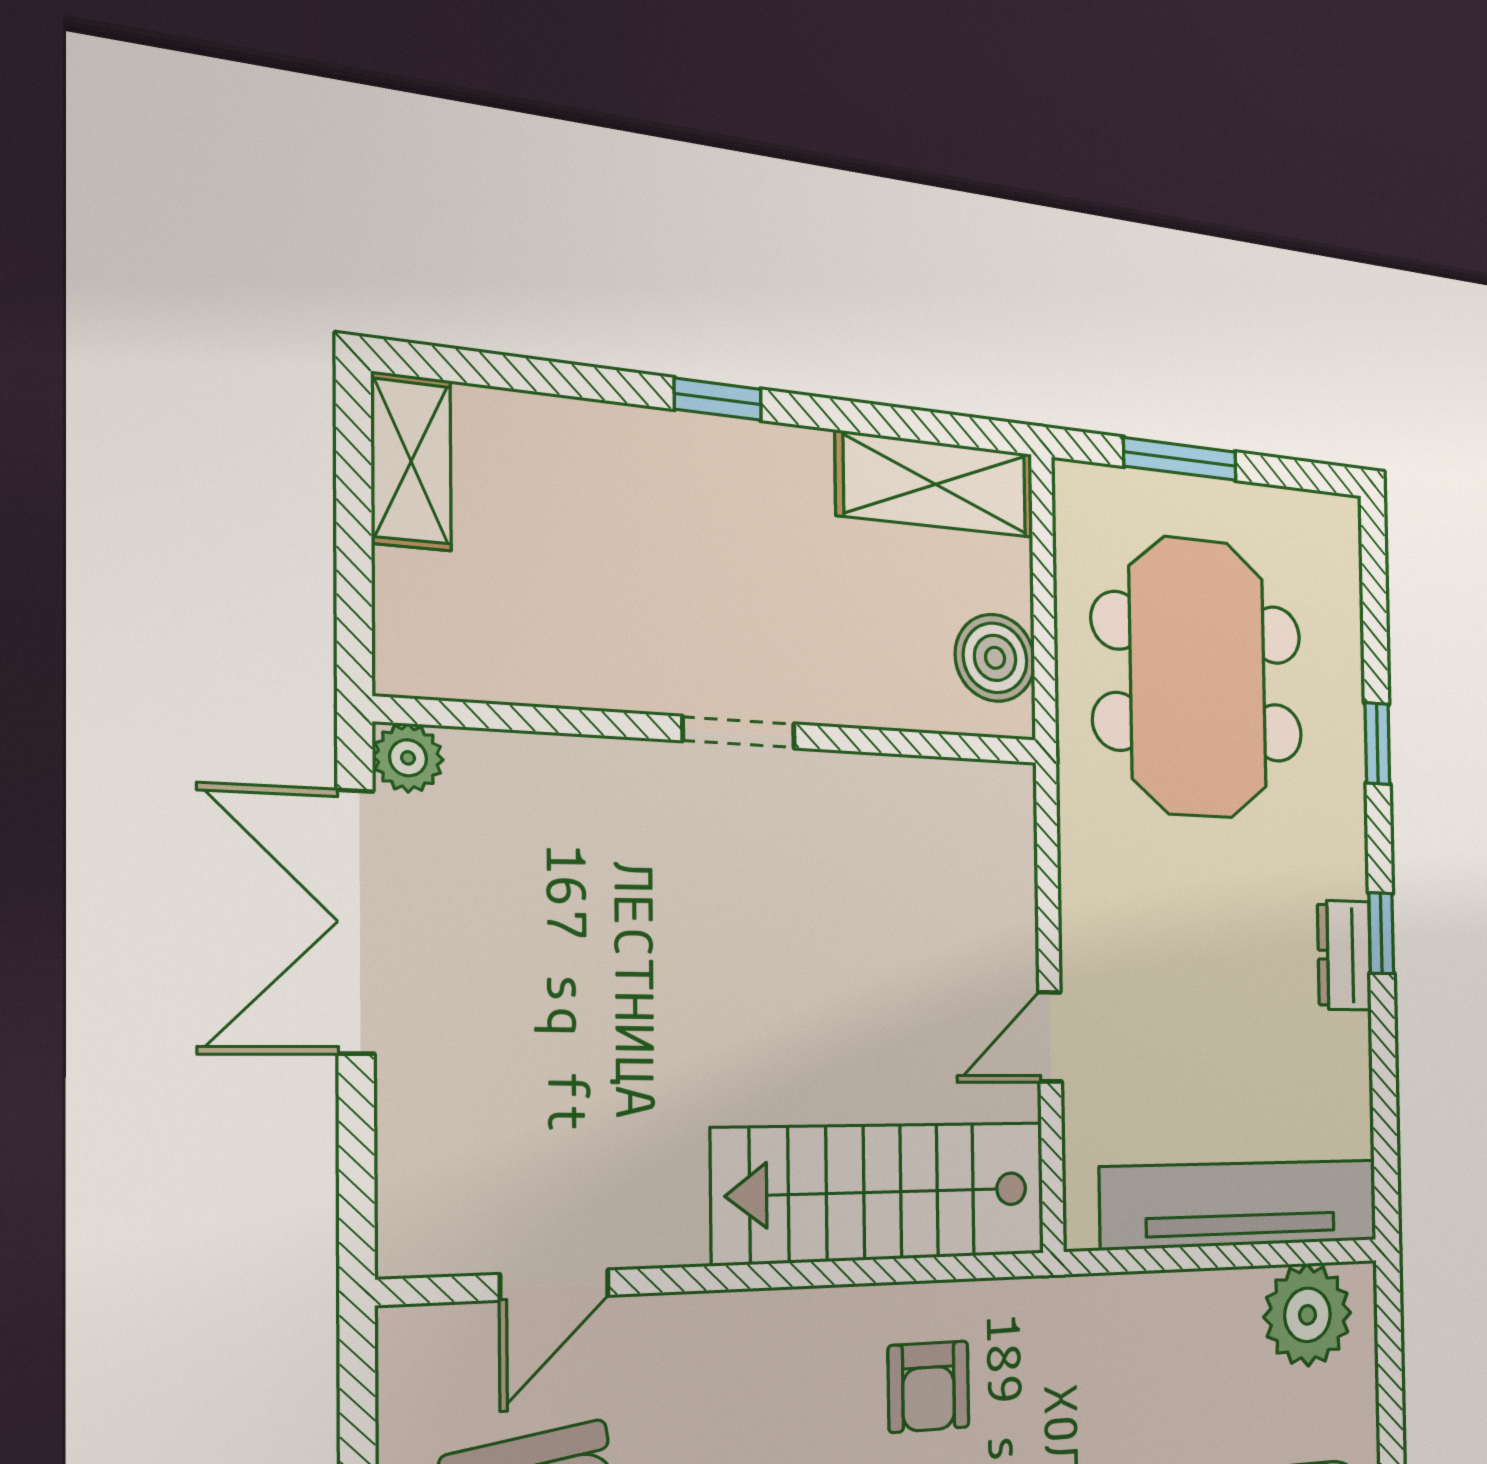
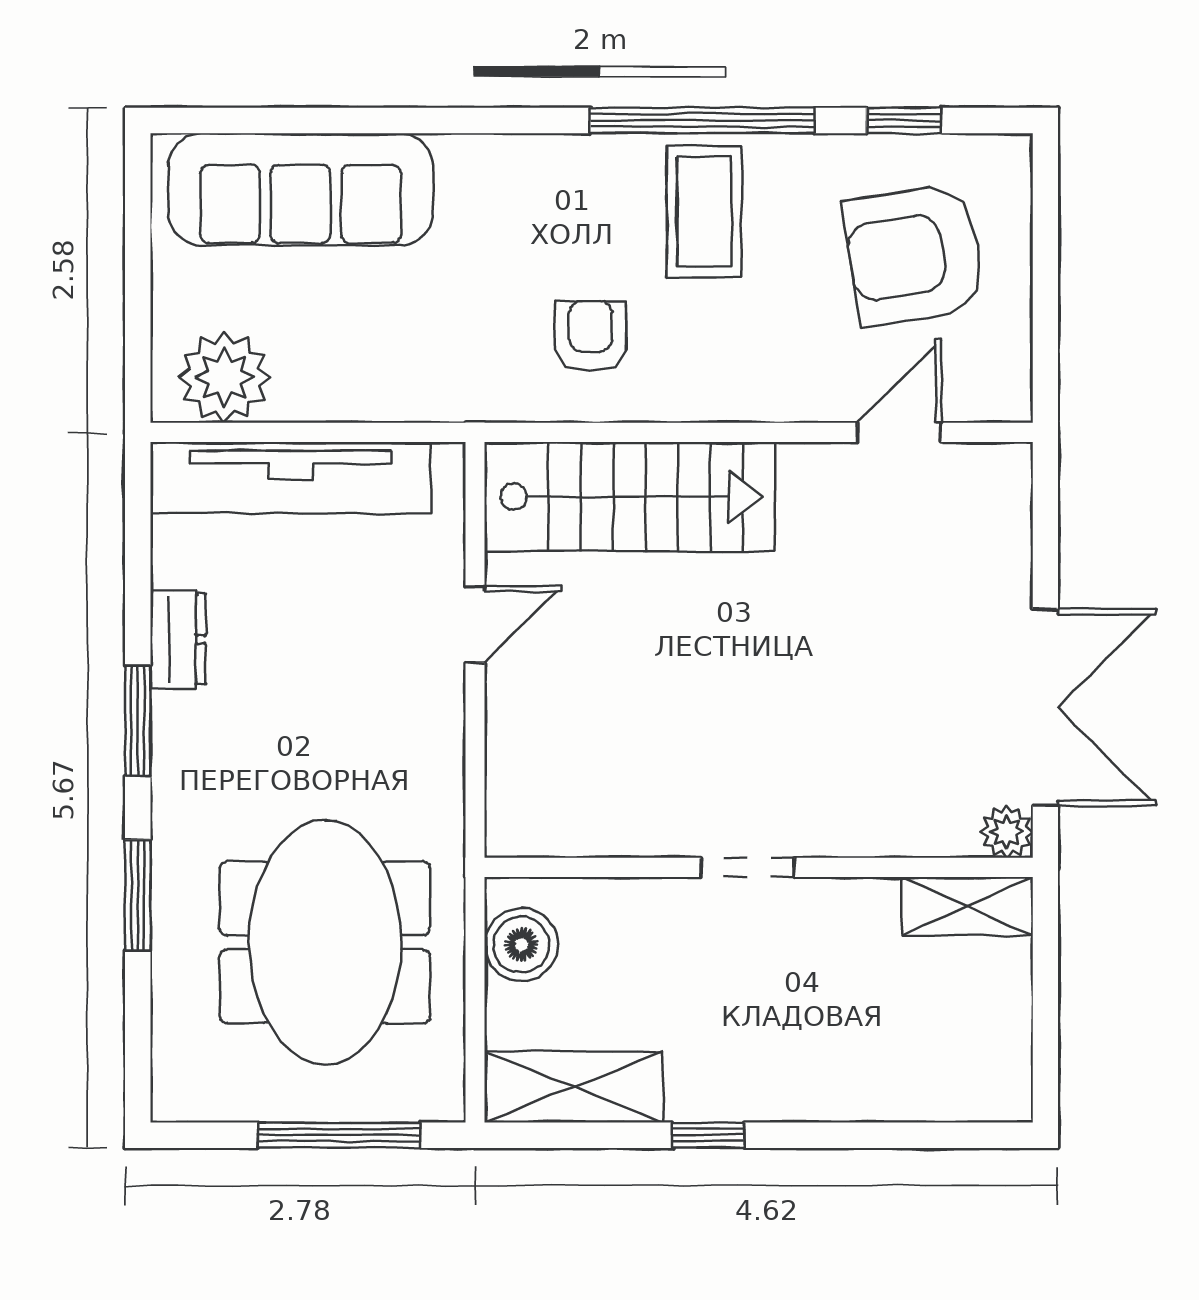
window: (718, 399) -> (708, 1135), moved
window: (1180, 459) -> (339, 1135), width x1.44
shelving: (411, 461) -> (967, 906), moved, turned 90
window: (1377, 744) -> (138, 895), width x1.50
window: (1381, 933) -> (138, 721), width x1.50
dresser: (1344, 955) -> (178, 639), moved

